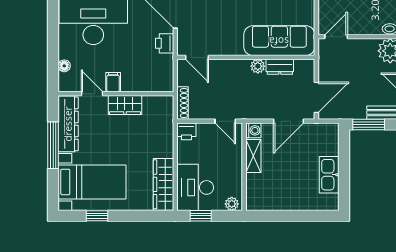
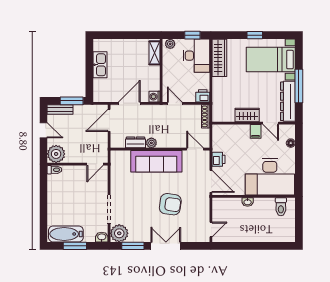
sofa: (279, 41) -> (156, 161), moved
shelving: (253, 156) -> (155, 53), moved
window: (97, 216) -> (255, 35), moved

